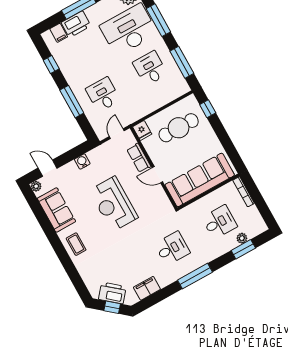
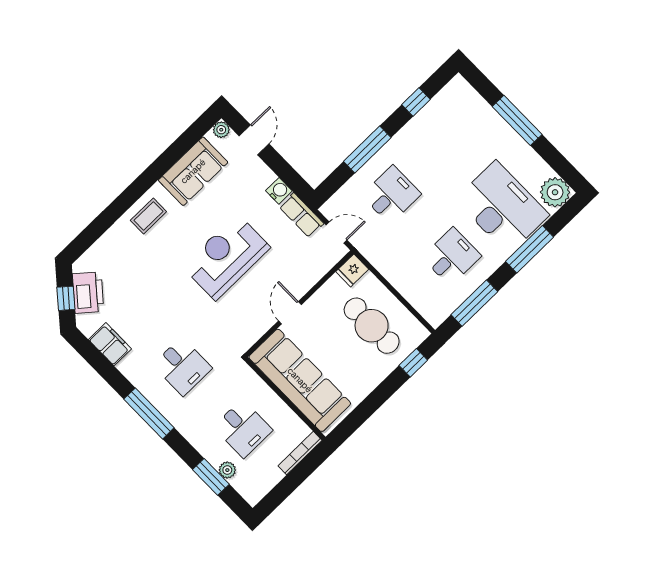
printer: (76, 24) -> (489, 123), removed
filing cabinet: (59, 33) -> (468, 100), removed
row of seats: (139, 158) -> (301, 215), moved, turned -90

